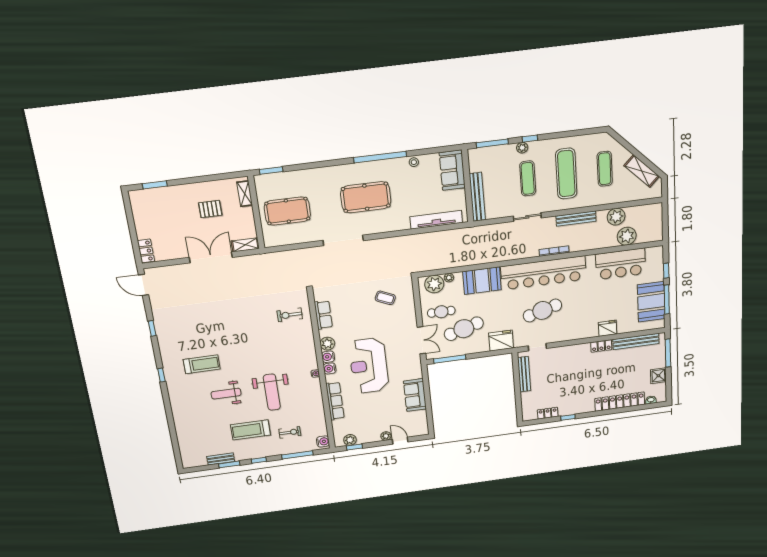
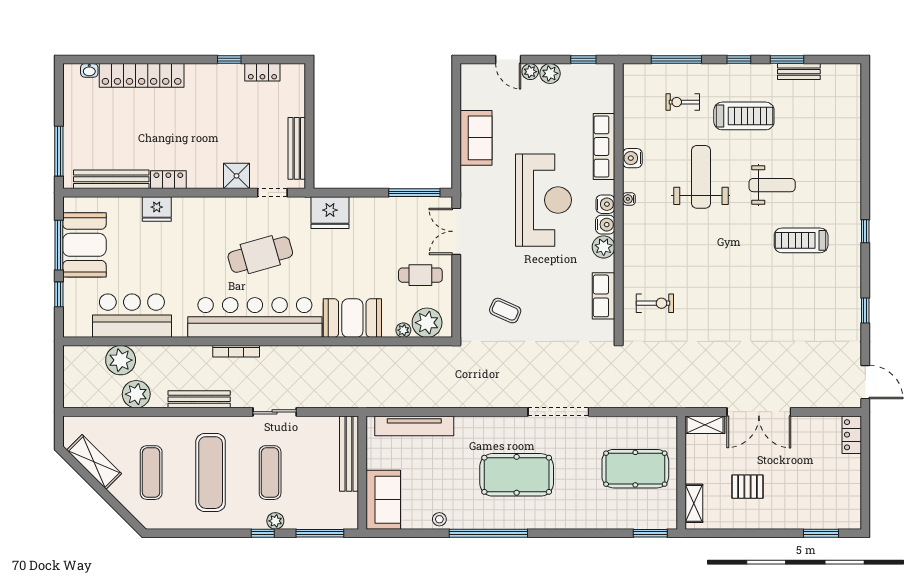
cafe table: (464, 329) -> (388, 241), removed
shower: (658, 376) -> (236, 176), moved
plant: (350, 440) -> (550, 73), moved
water cooler: (323, 441) -> (632, 158), moved

